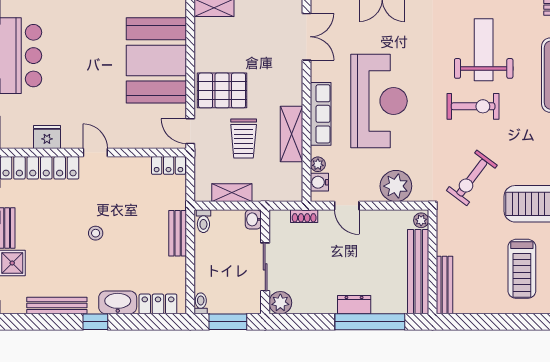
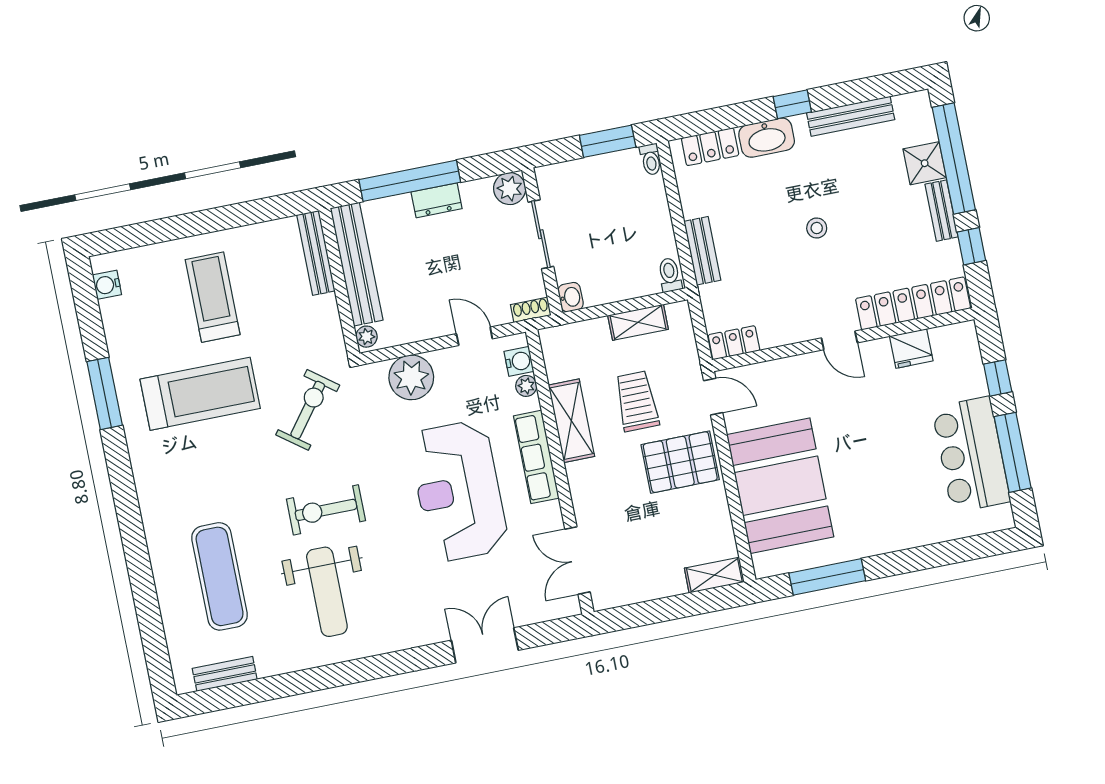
washbasin: (253, 219) -> (571, 297), moved
wall: (265, 262) -> (542, 241), moved
sliding door: (265, 267) -> (541, 234), moved
plant: (280, 303) -> (510, 189), moved

